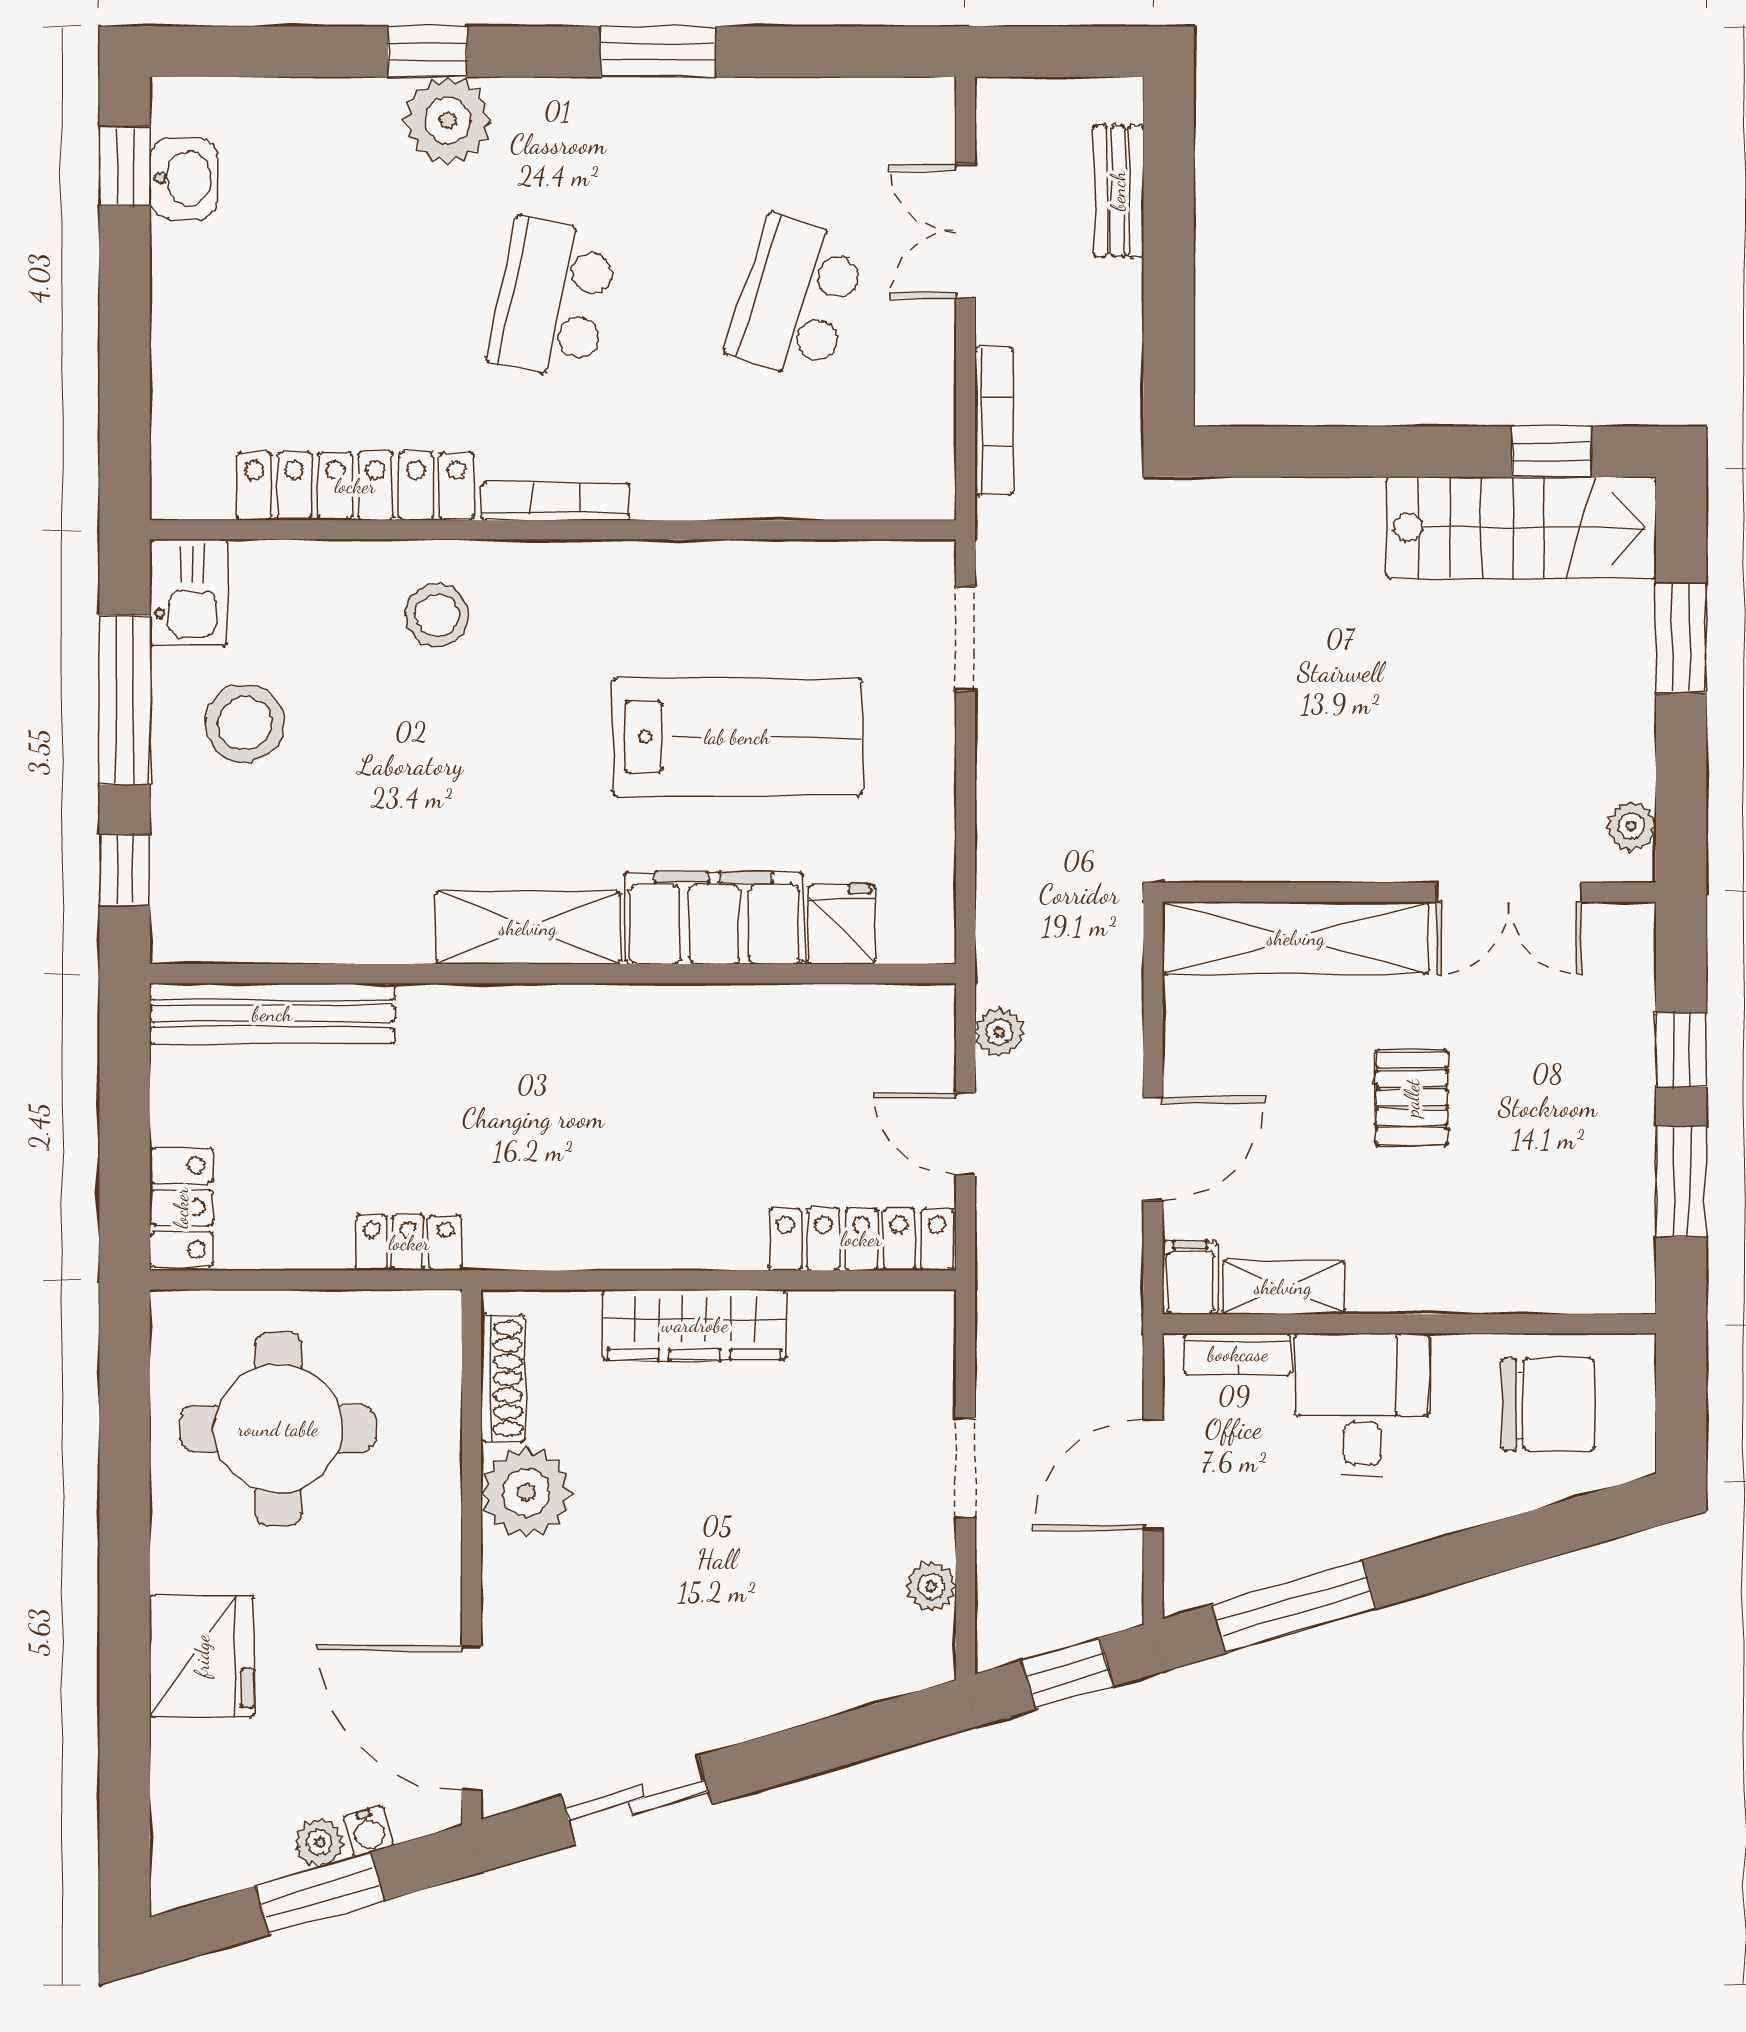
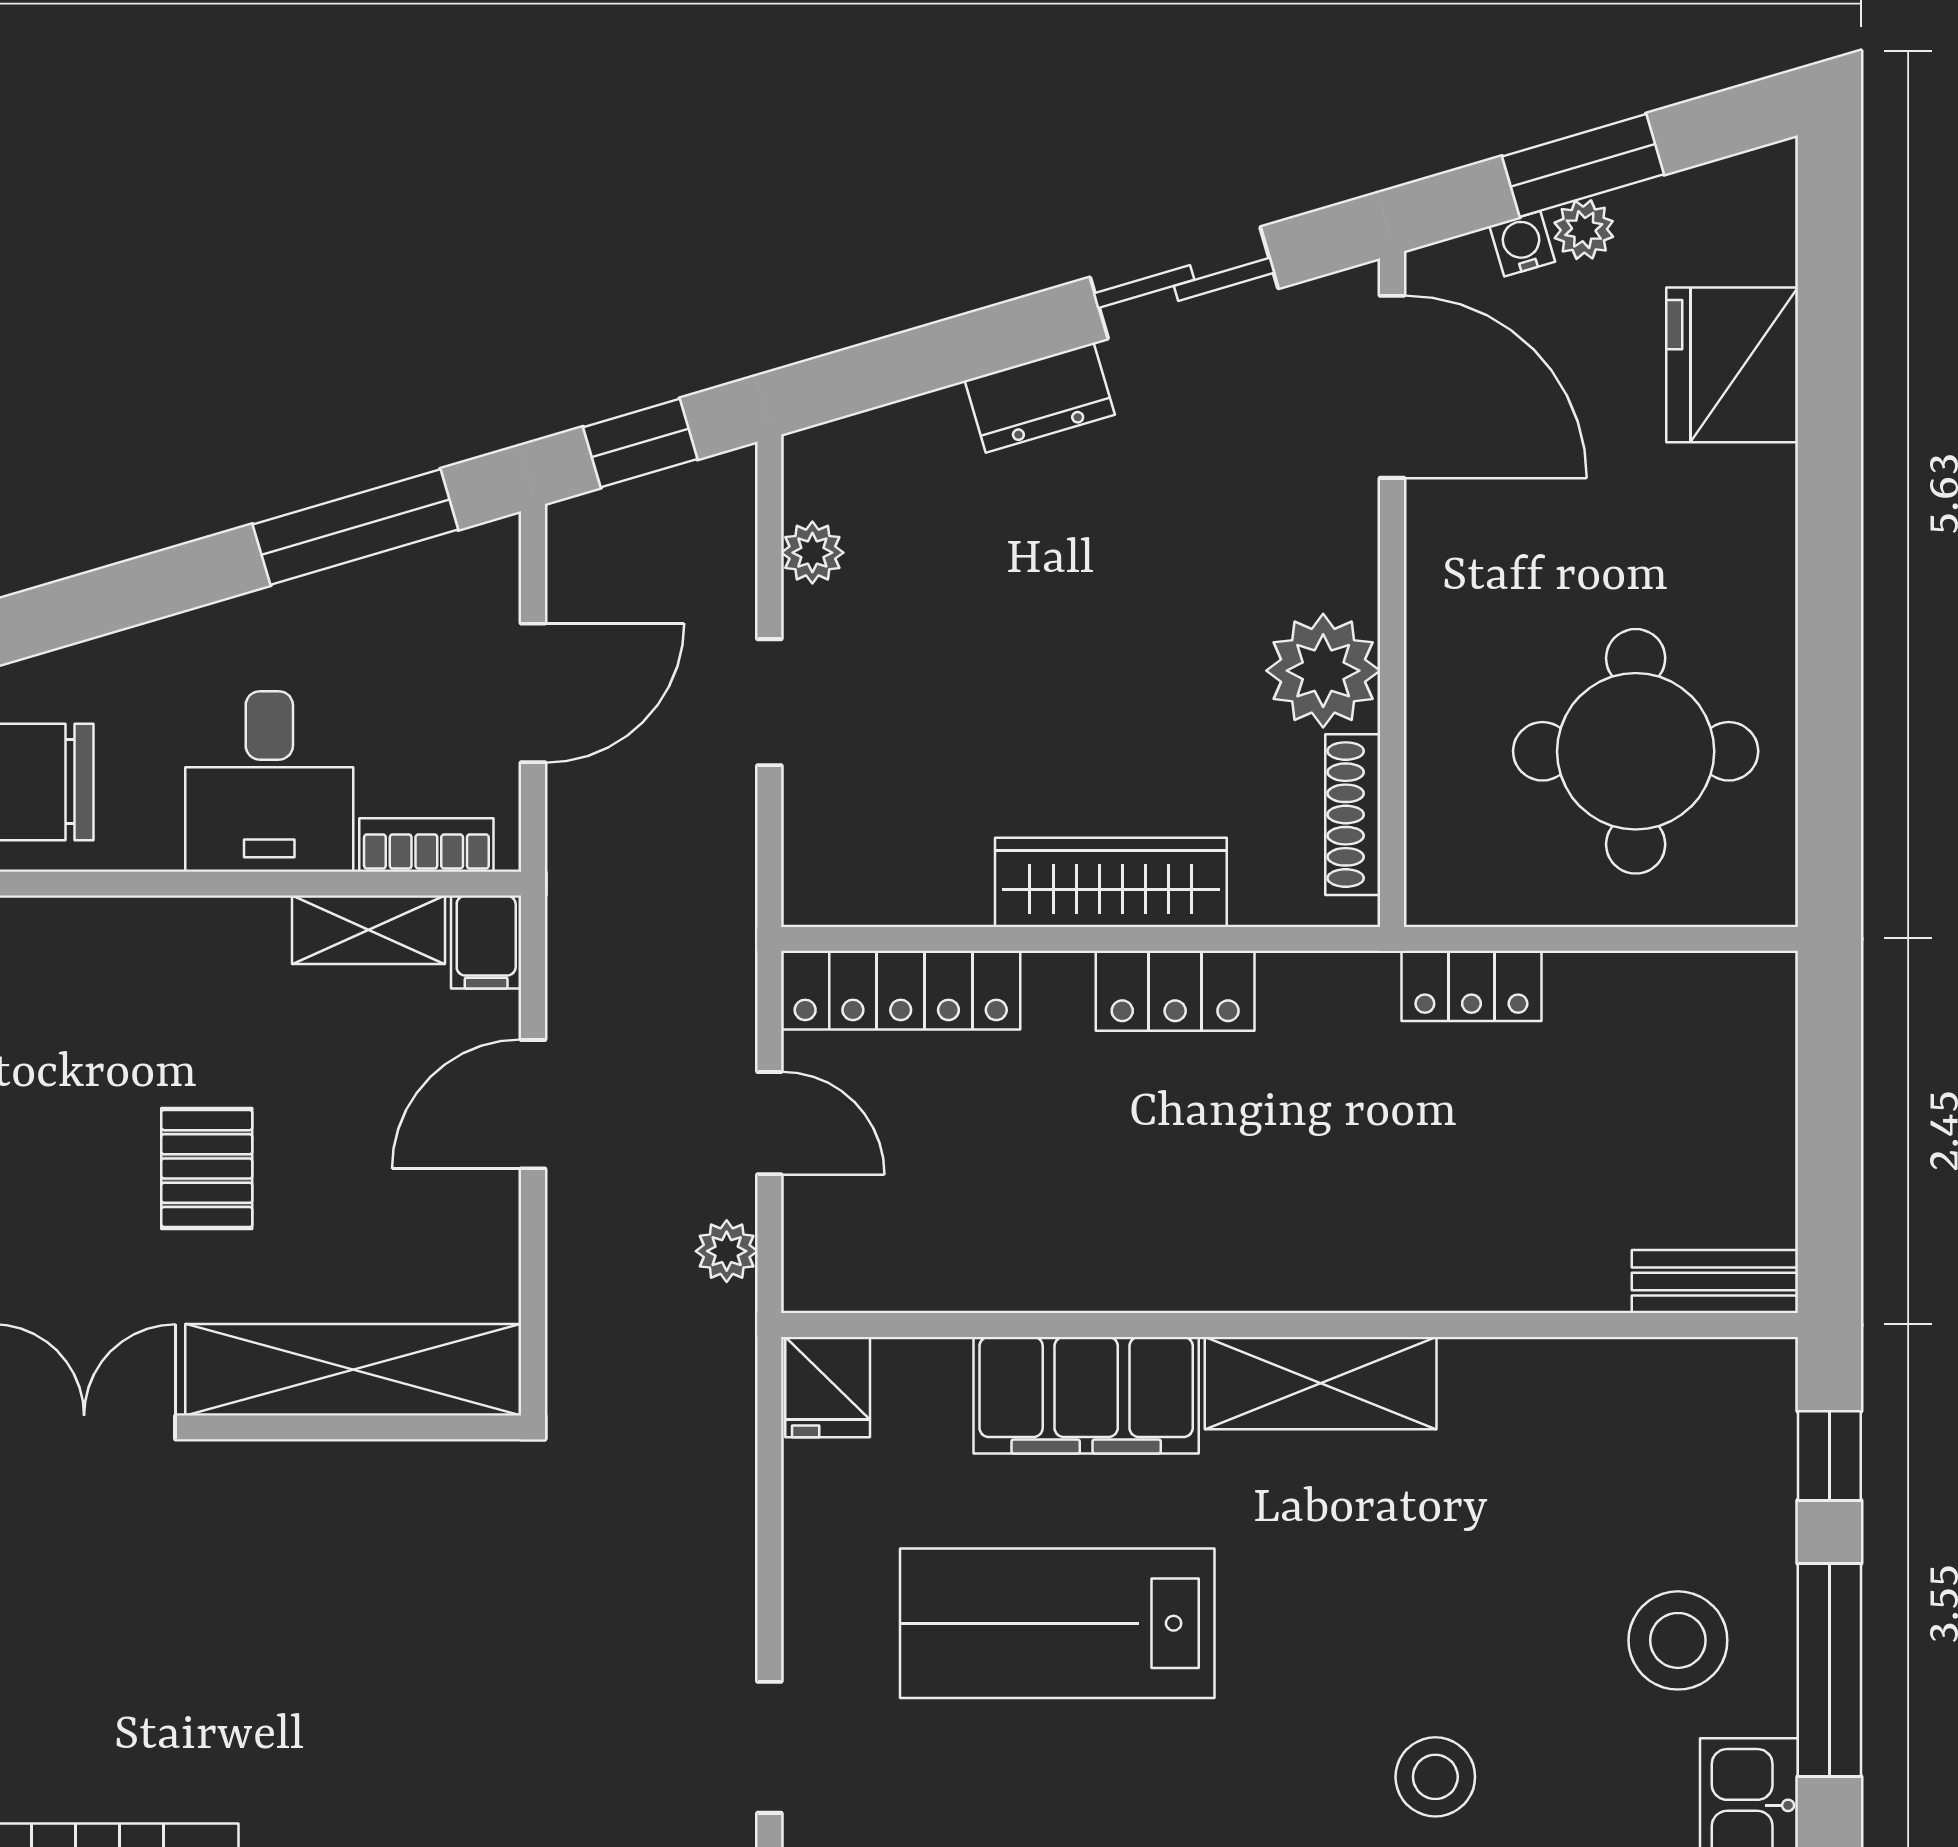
fridge: (842, 924) -> (828, 1387), moved
bench: (272, 1014) -> (1715, 1281), width x0.54, depth x0.82
locker: (181, 1208) -> (1175, 991), moved, turned -90
fridge: (202, 1656) -> (1732, 365), moved
dresser: (751, 1709) -> (1040, 398), added

